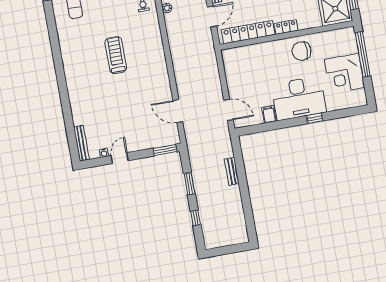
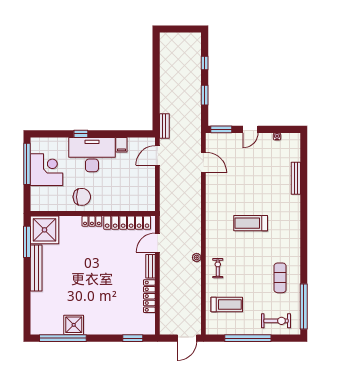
window: (363, 54) -> (27, 164), moved
treadmill: (116, 55) -> (251, 223), turned 90
door: (229, 110) -> (157, 155), hinge flipped
bench: (81, 143) -> (296, 178), moved
door: (120, 158) -> (250, 129), moved
bench: (232, 171) -> (164, 126), moved

